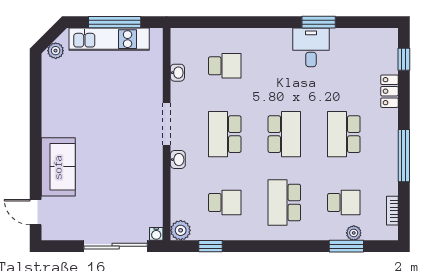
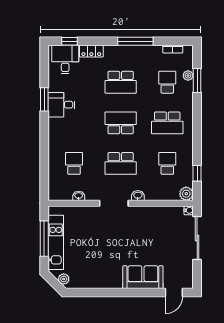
desk: (377, 53) -> (65, 60), added

